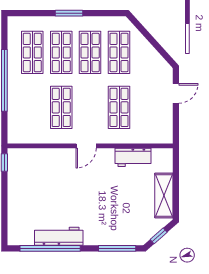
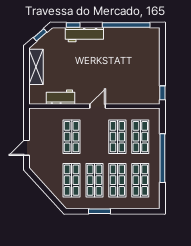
window: (69, 13) -> (99, 211), moved
shop shelf: (32, 107) -> (140, 137), added
workbench: (59, 236) -> (84, 35), moved
window: (117, 248) -> (73, 25), width x0.46

